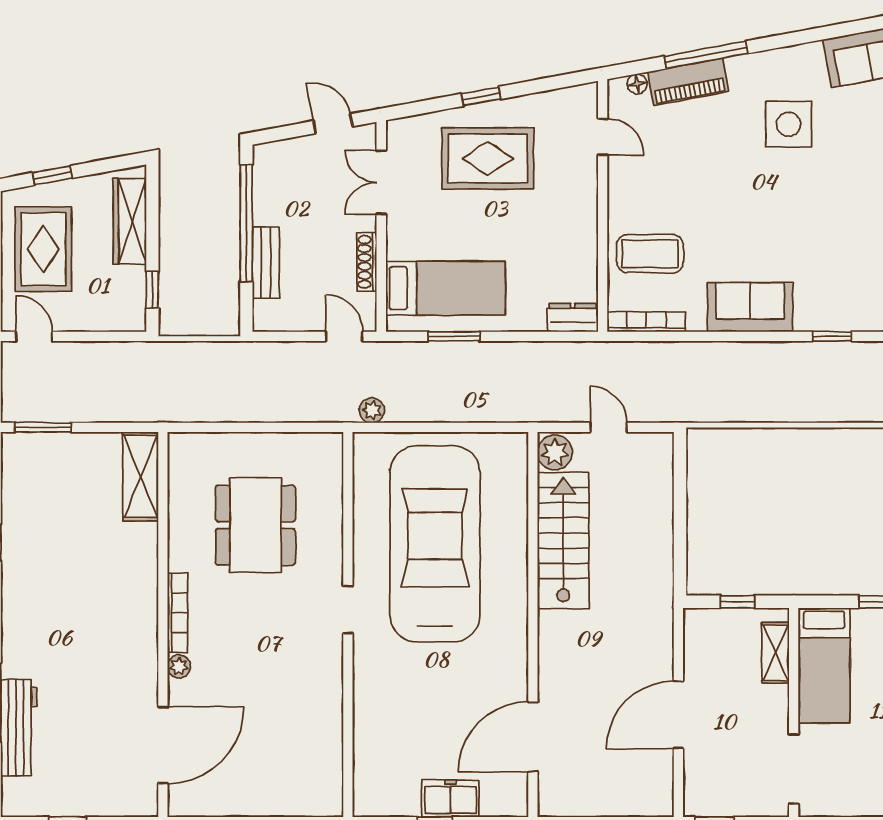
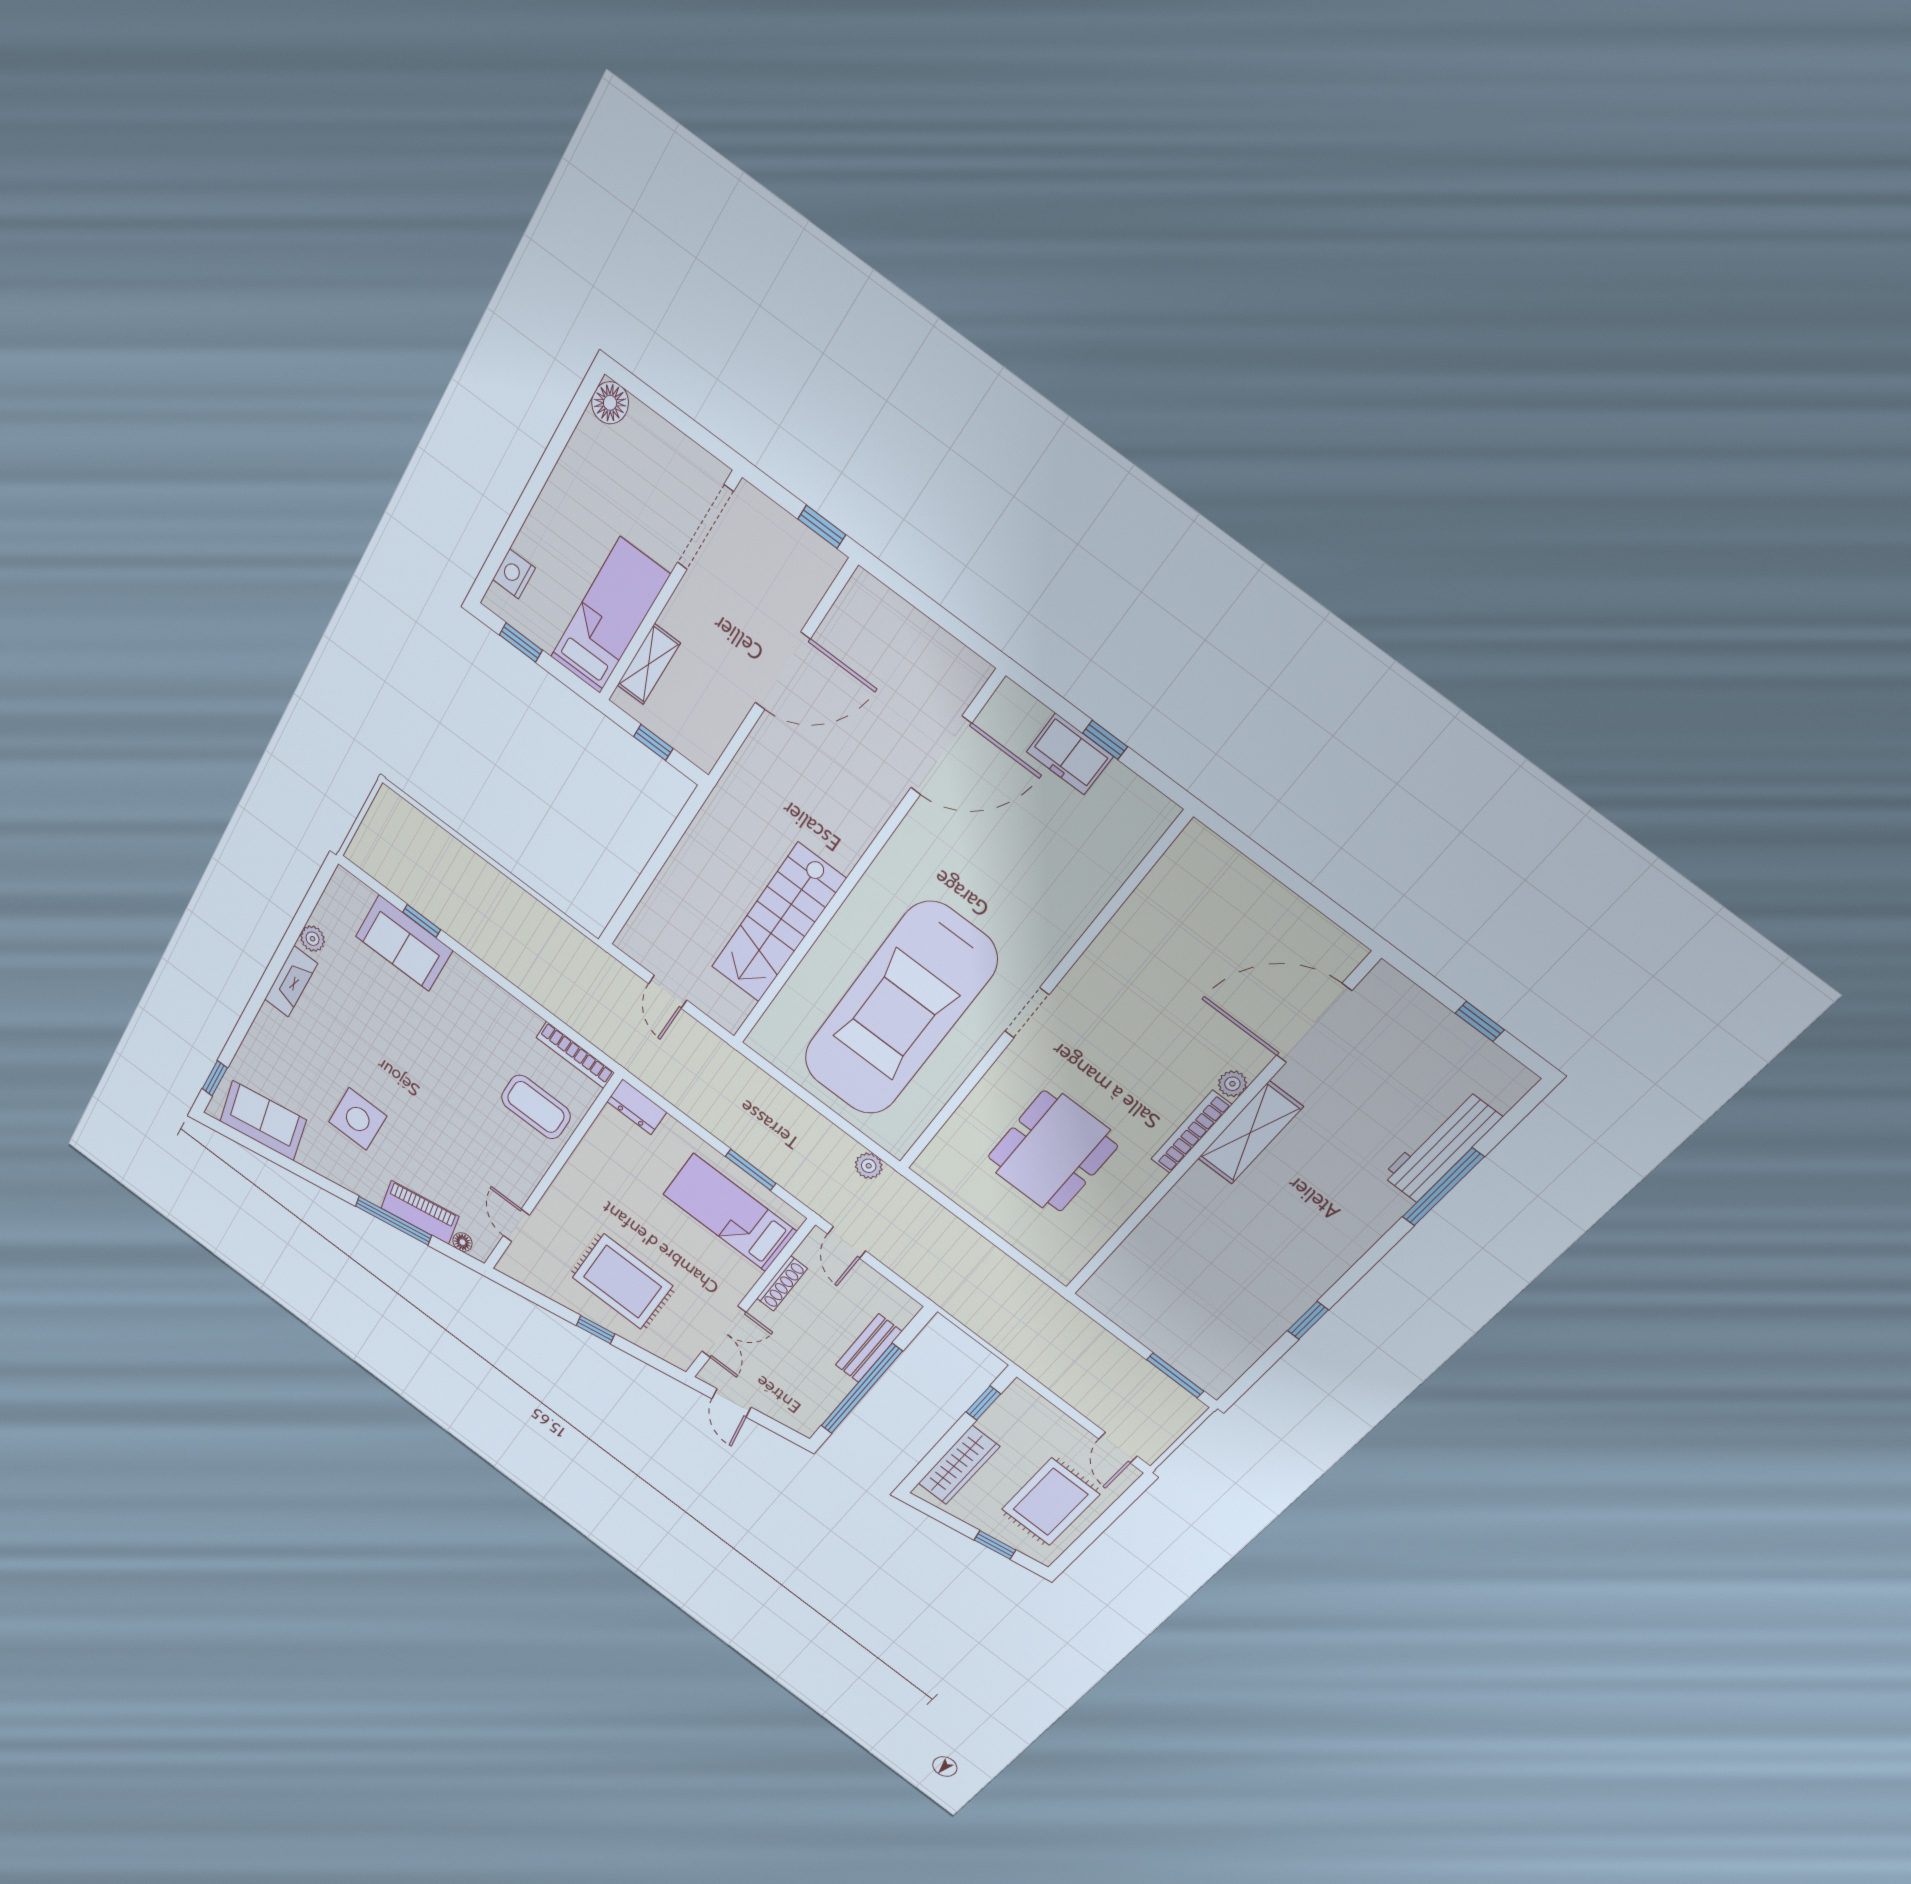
sofa: (750, 307) -> (404, 943), moved
plant: (555, 452) -> (731, 1007), removed
shelving: (141, 476) -> (1250, 1133), moved

